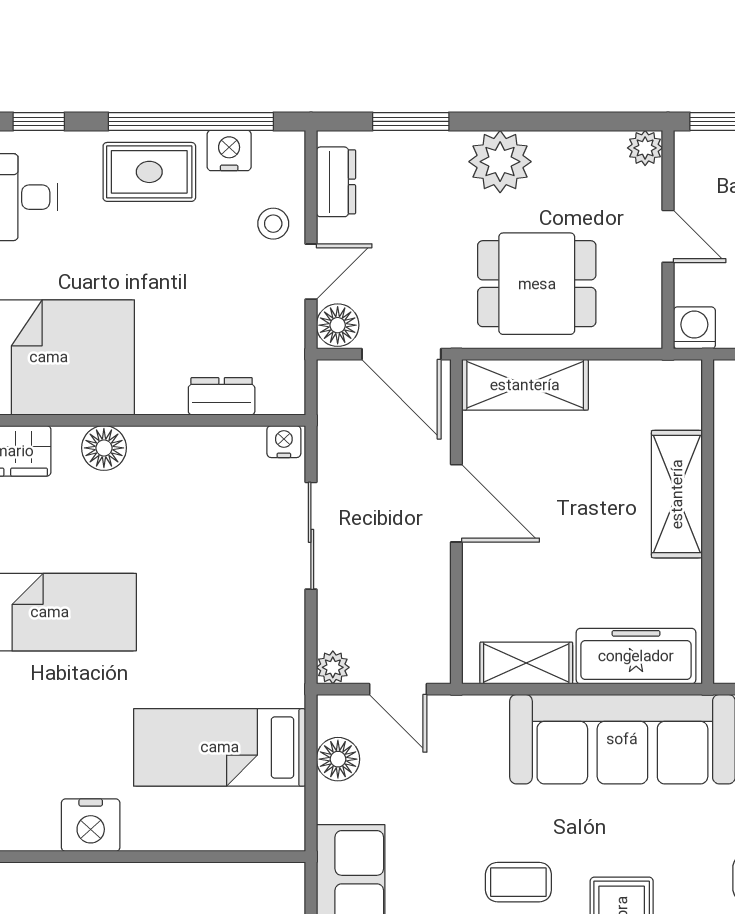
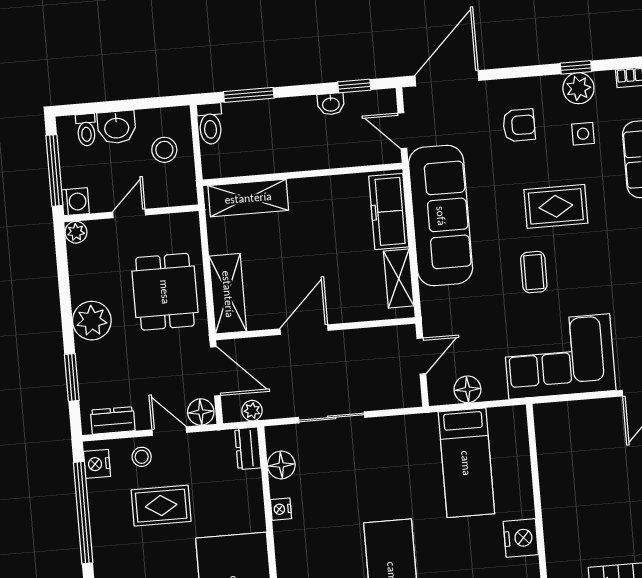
nightstand: (229, 150) -> (97, 464), moved
rug: (149, 172) -> (161, 506), moved, turned 90
washing machine: (694, 328) -> (75, 202), moved, turned 180
door: (401, 354) -> (215, 371), hinge flipped
dresser: (222, 396) -> (248, 448), moved
nightstand: (284, 442) -> (281, 509), moved
floor lamp: (104, 448) -> (281, 465), moved
shelving: (677, 494) -> (248, 198), moved
plant: (333, 667) -> (252, 411), moved

